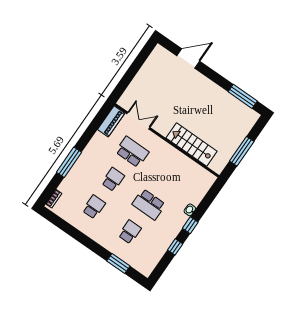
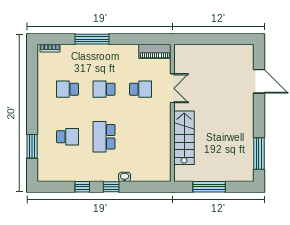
double door: (138, 121) -> (172, 88), moved
school desk: (132, 152) -> (141, 89), width x0.54
school desk: (113, 179) -> (104, 89), turned 180
school desk: (94, 207) -> (67, 89), turned 180

